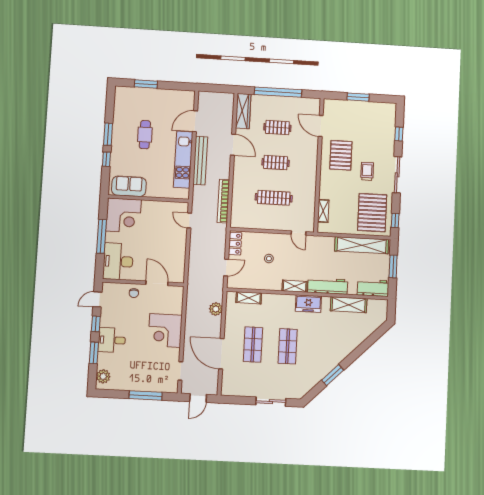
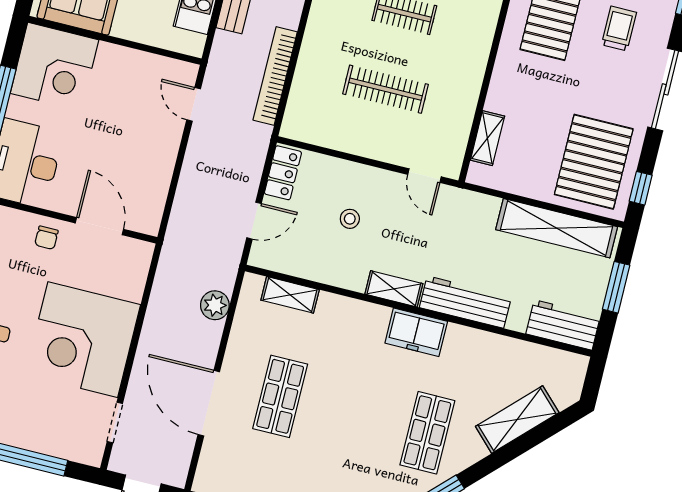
trolley: (367, 171) -> (619, 28), moved
shelving: (349, 305) -> (517, 420), moved, turned -45
corner desk: (165, 331) -> (83, 340), width x1.36, depth x1.36
shop shelf: (288, 346) -> (427, 433), moved

